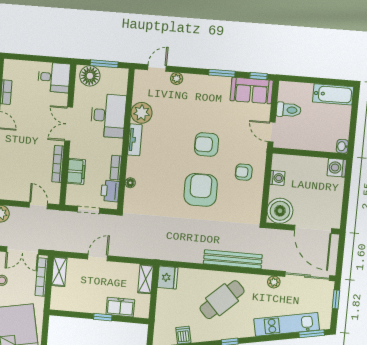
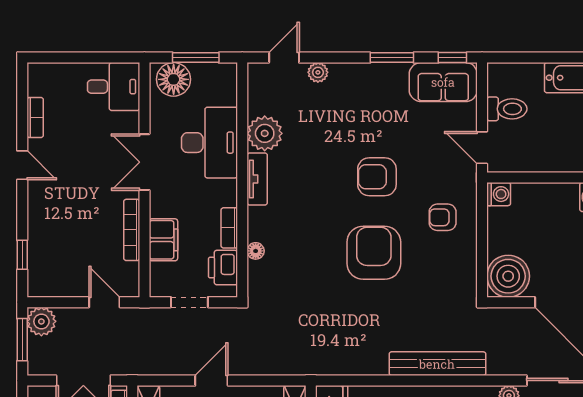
washing machine: (277, 178) -> (499, 194), moved

